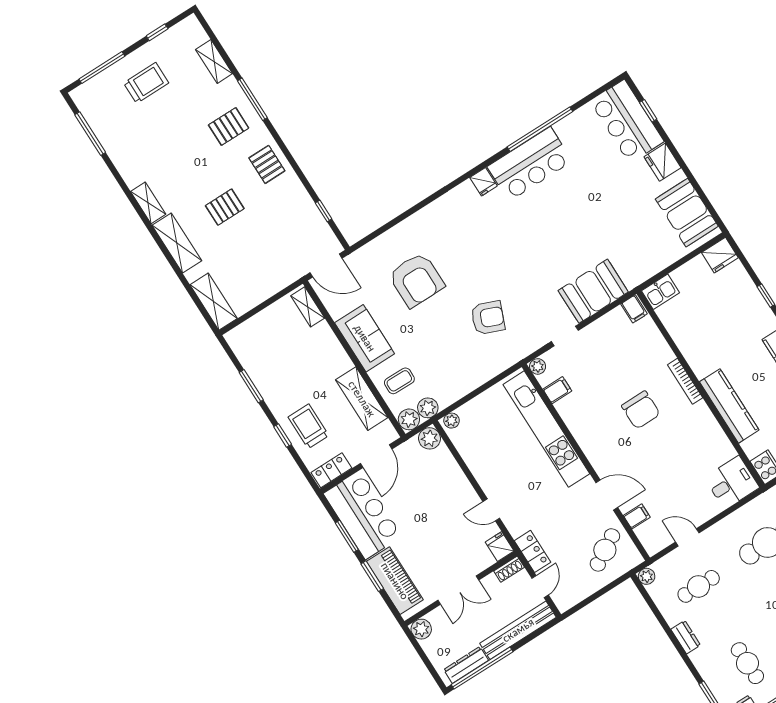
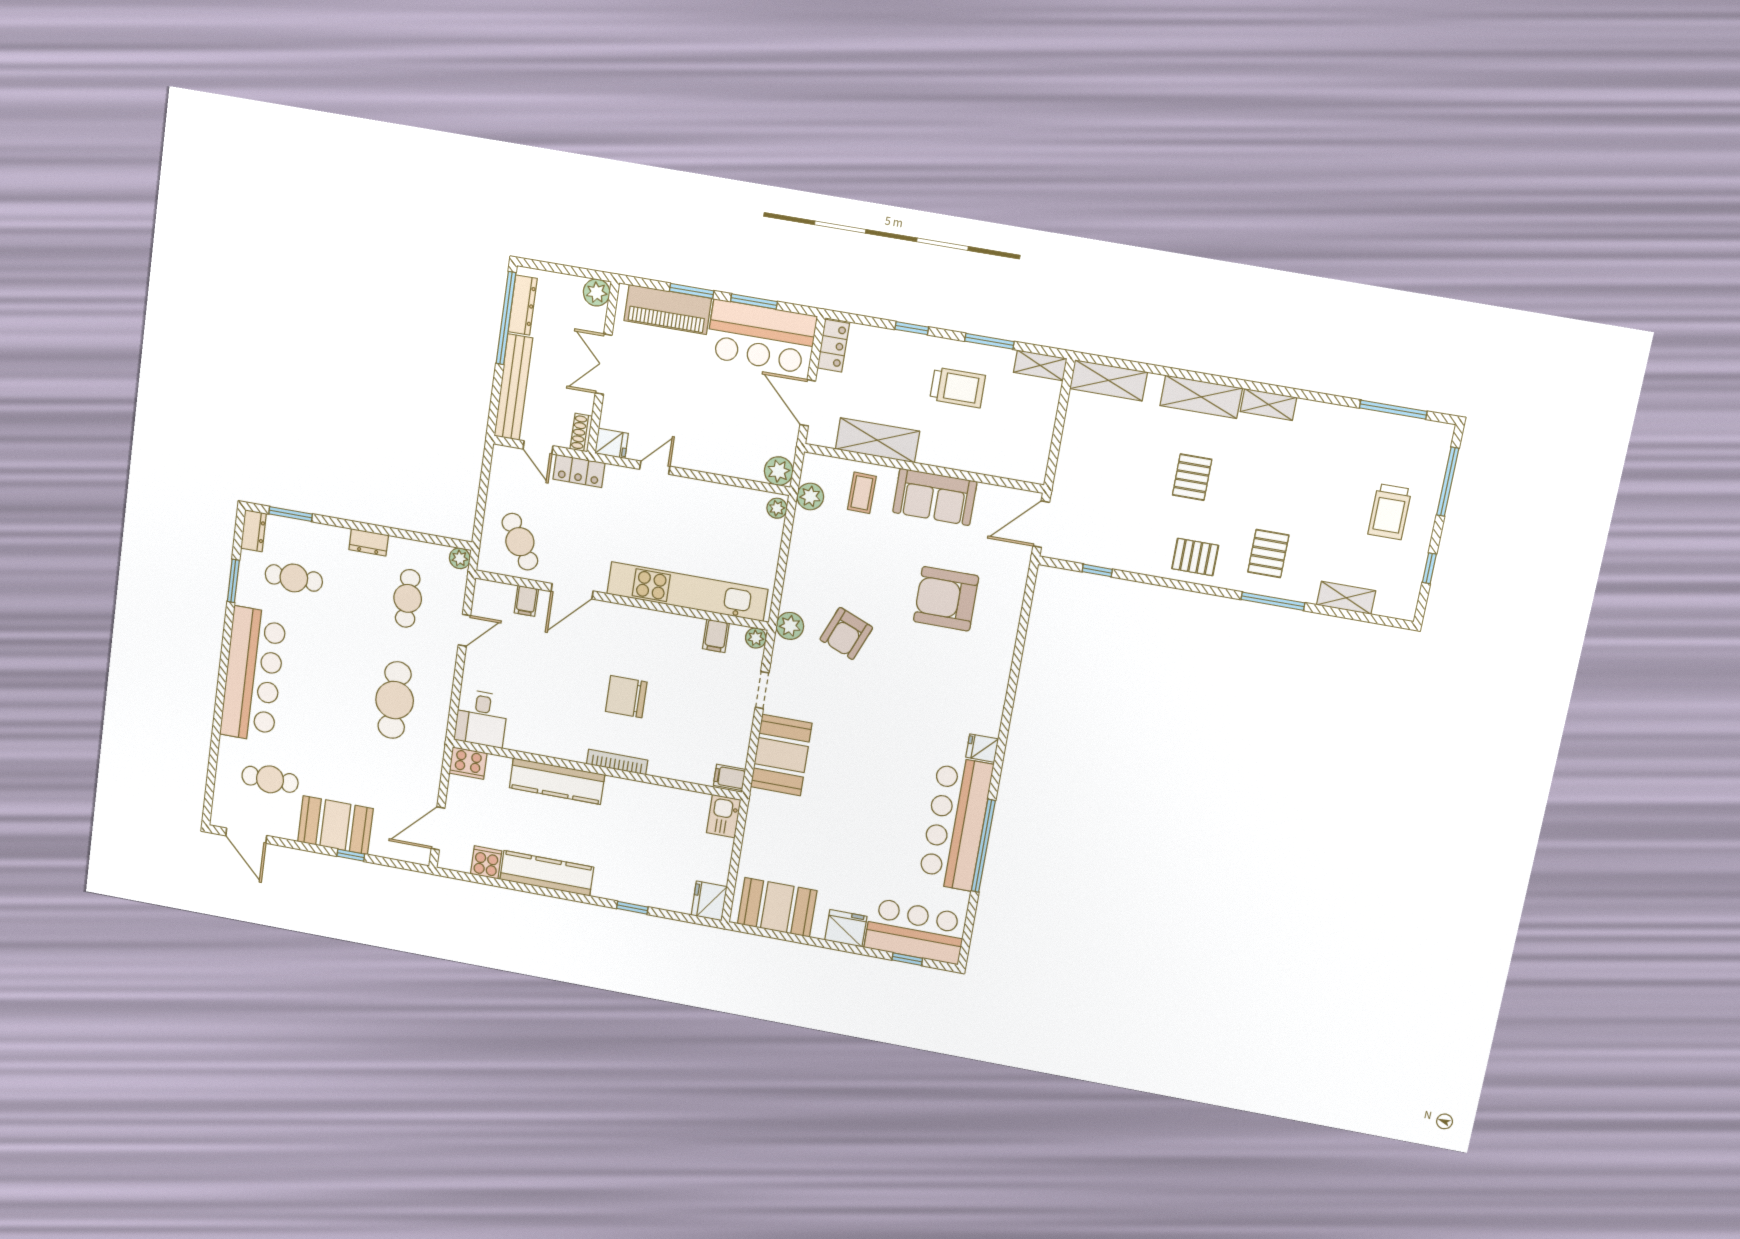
bar counter: (530, 164) -> (956, 823), width x1.36
shelving: (308, 307) -> (1040, 365), moved
plant: (409, 419) -> (790, 626), moved
trolley: (308, 426) -> (958, 387), moved

